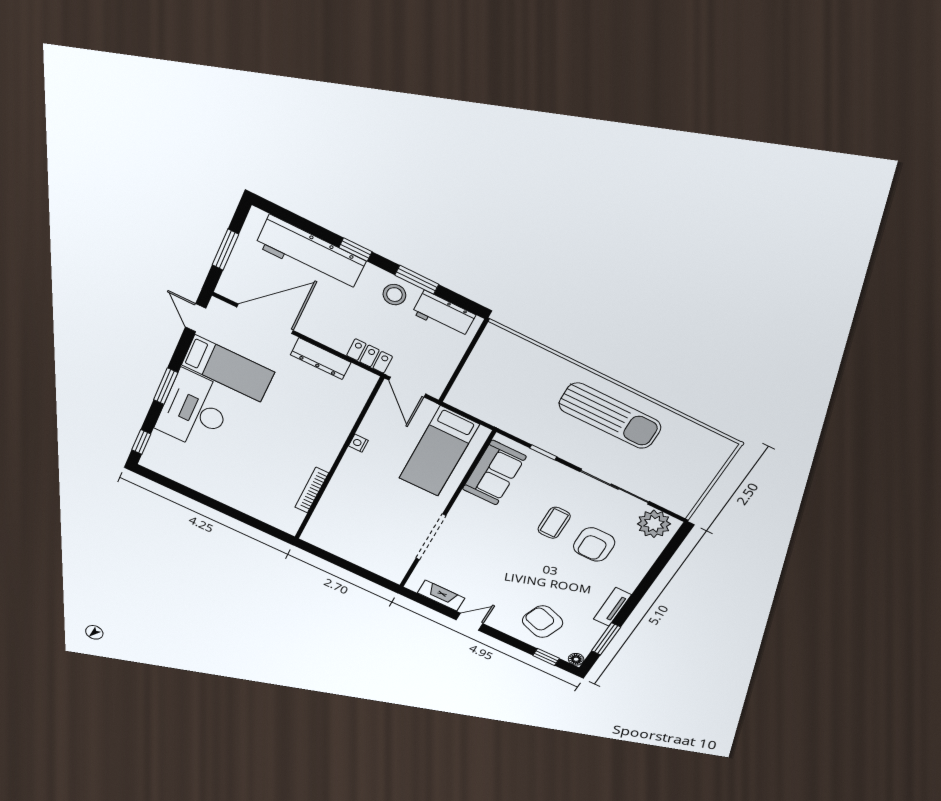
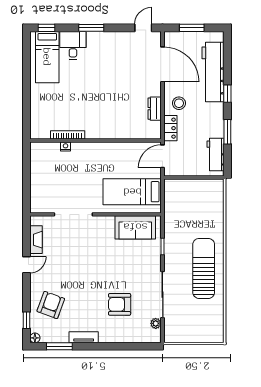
stool: (394, 295) -> (179, 103), moved
dresser: (321, 359) -> (155, 109), width x0.70
bed: (228, 369) -> (47, 57), moved
desk: (195, 410) -> (73, 45), width x0.53, depth x0.77
sun lounger: (610, 416) -> (204, 268), turned 180
nightstand: (358, 443) -> (66, 147), moved
coffee table: (554, 523) -> (121, 276), removed
plant: (654, 524) -> (156, 323), width x0.53, depth x0.53
door: (470, 622) -> (27, 265), hinge flipped

